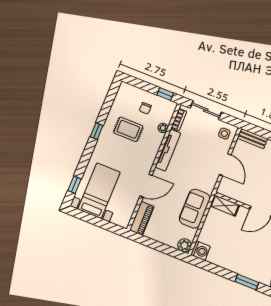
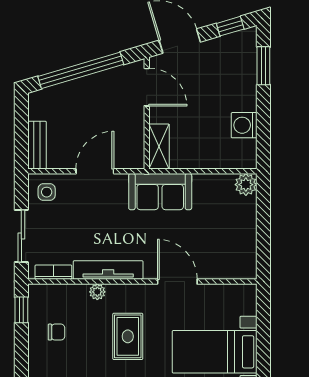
plant: (163, 128) -> (97, 292), moved
rug: (128, 129) -> (128, 336), moved
sofa: (195, 209) -> (160, 192), moved
piano: (142, 218) -> (231, 268), removed
washing machine: (201, 251) -> (244, 125), moved, turned -90

